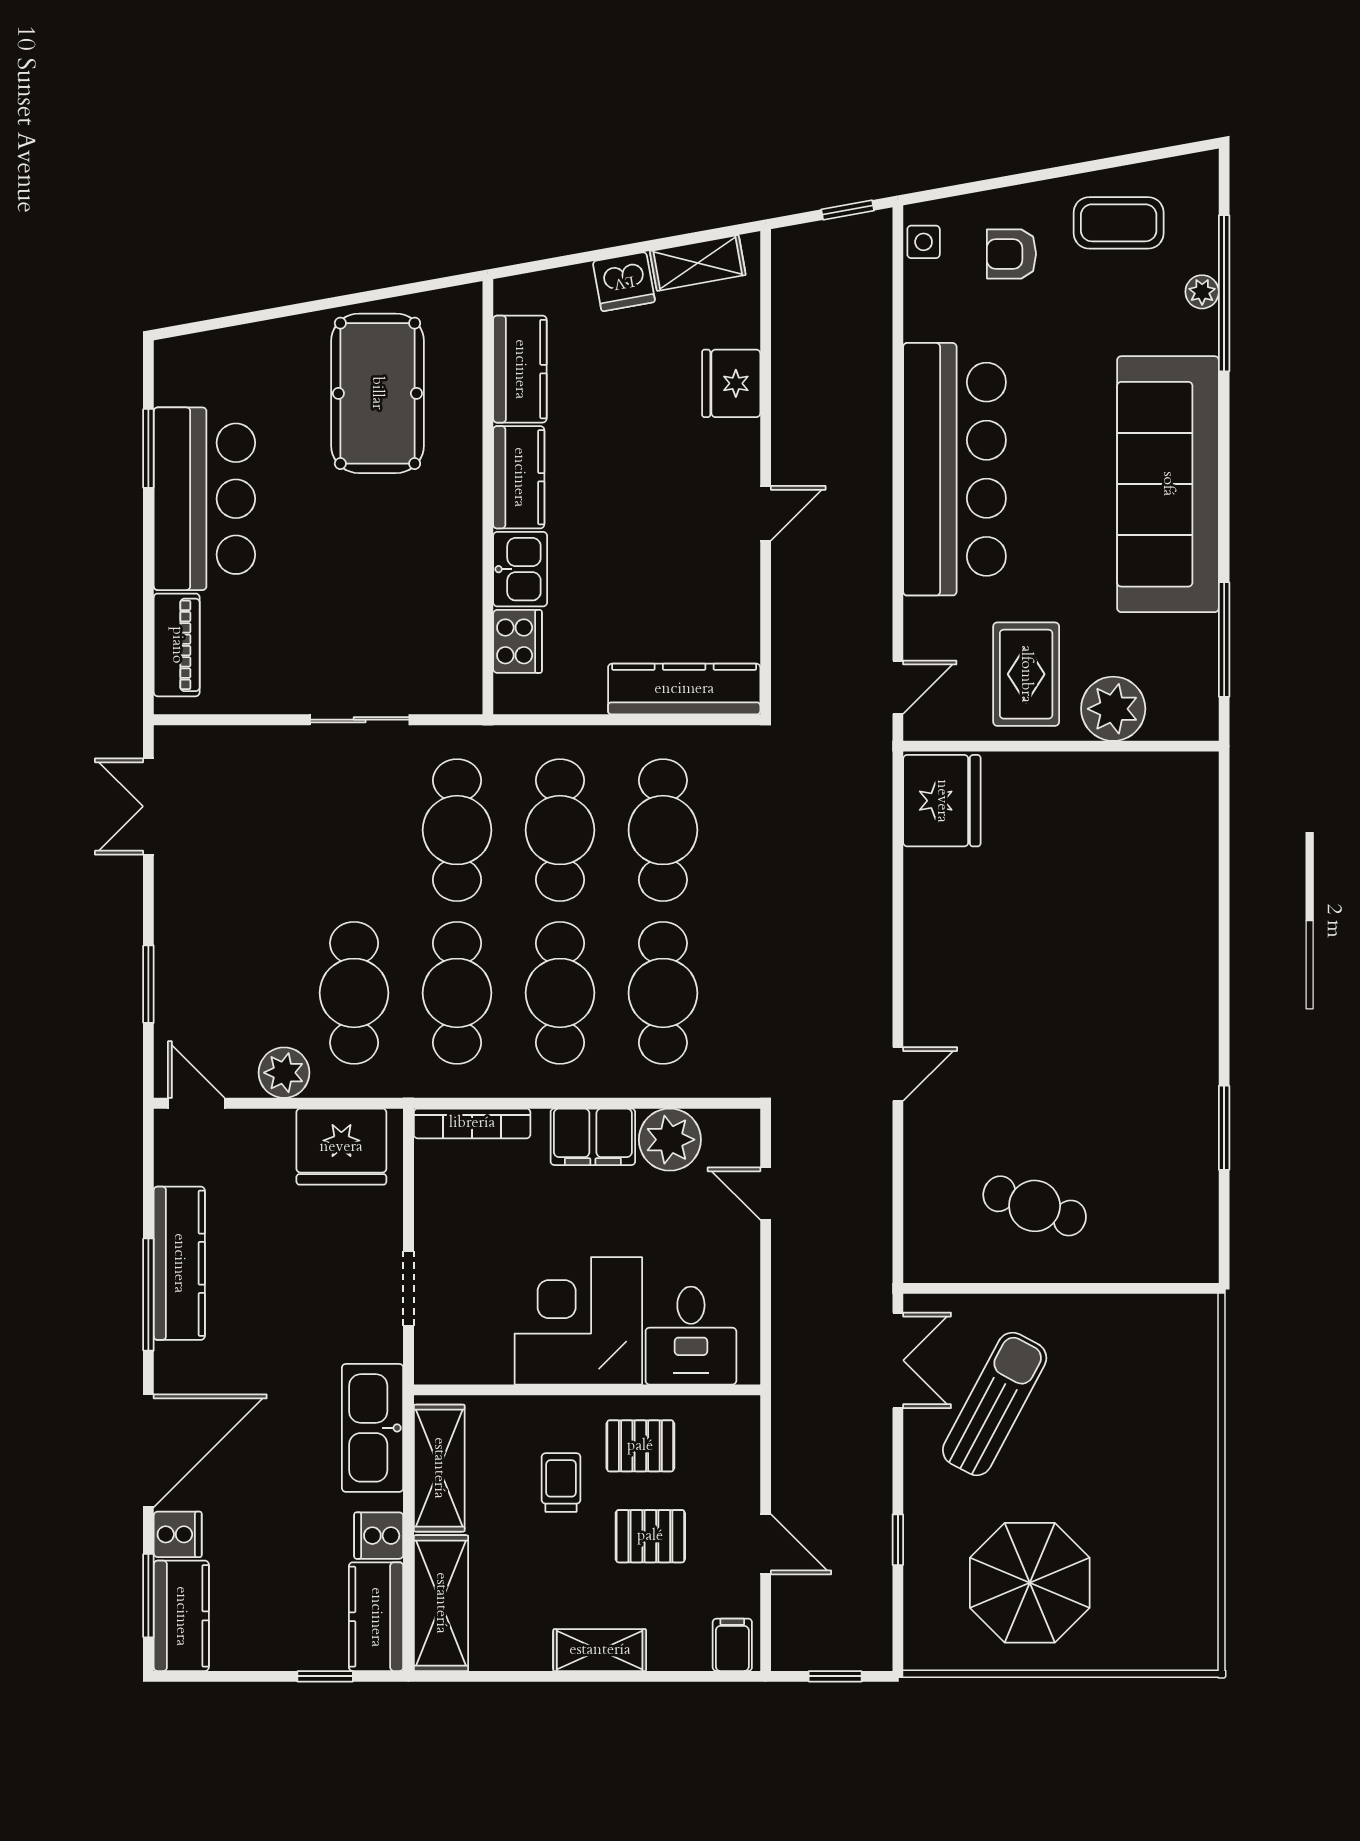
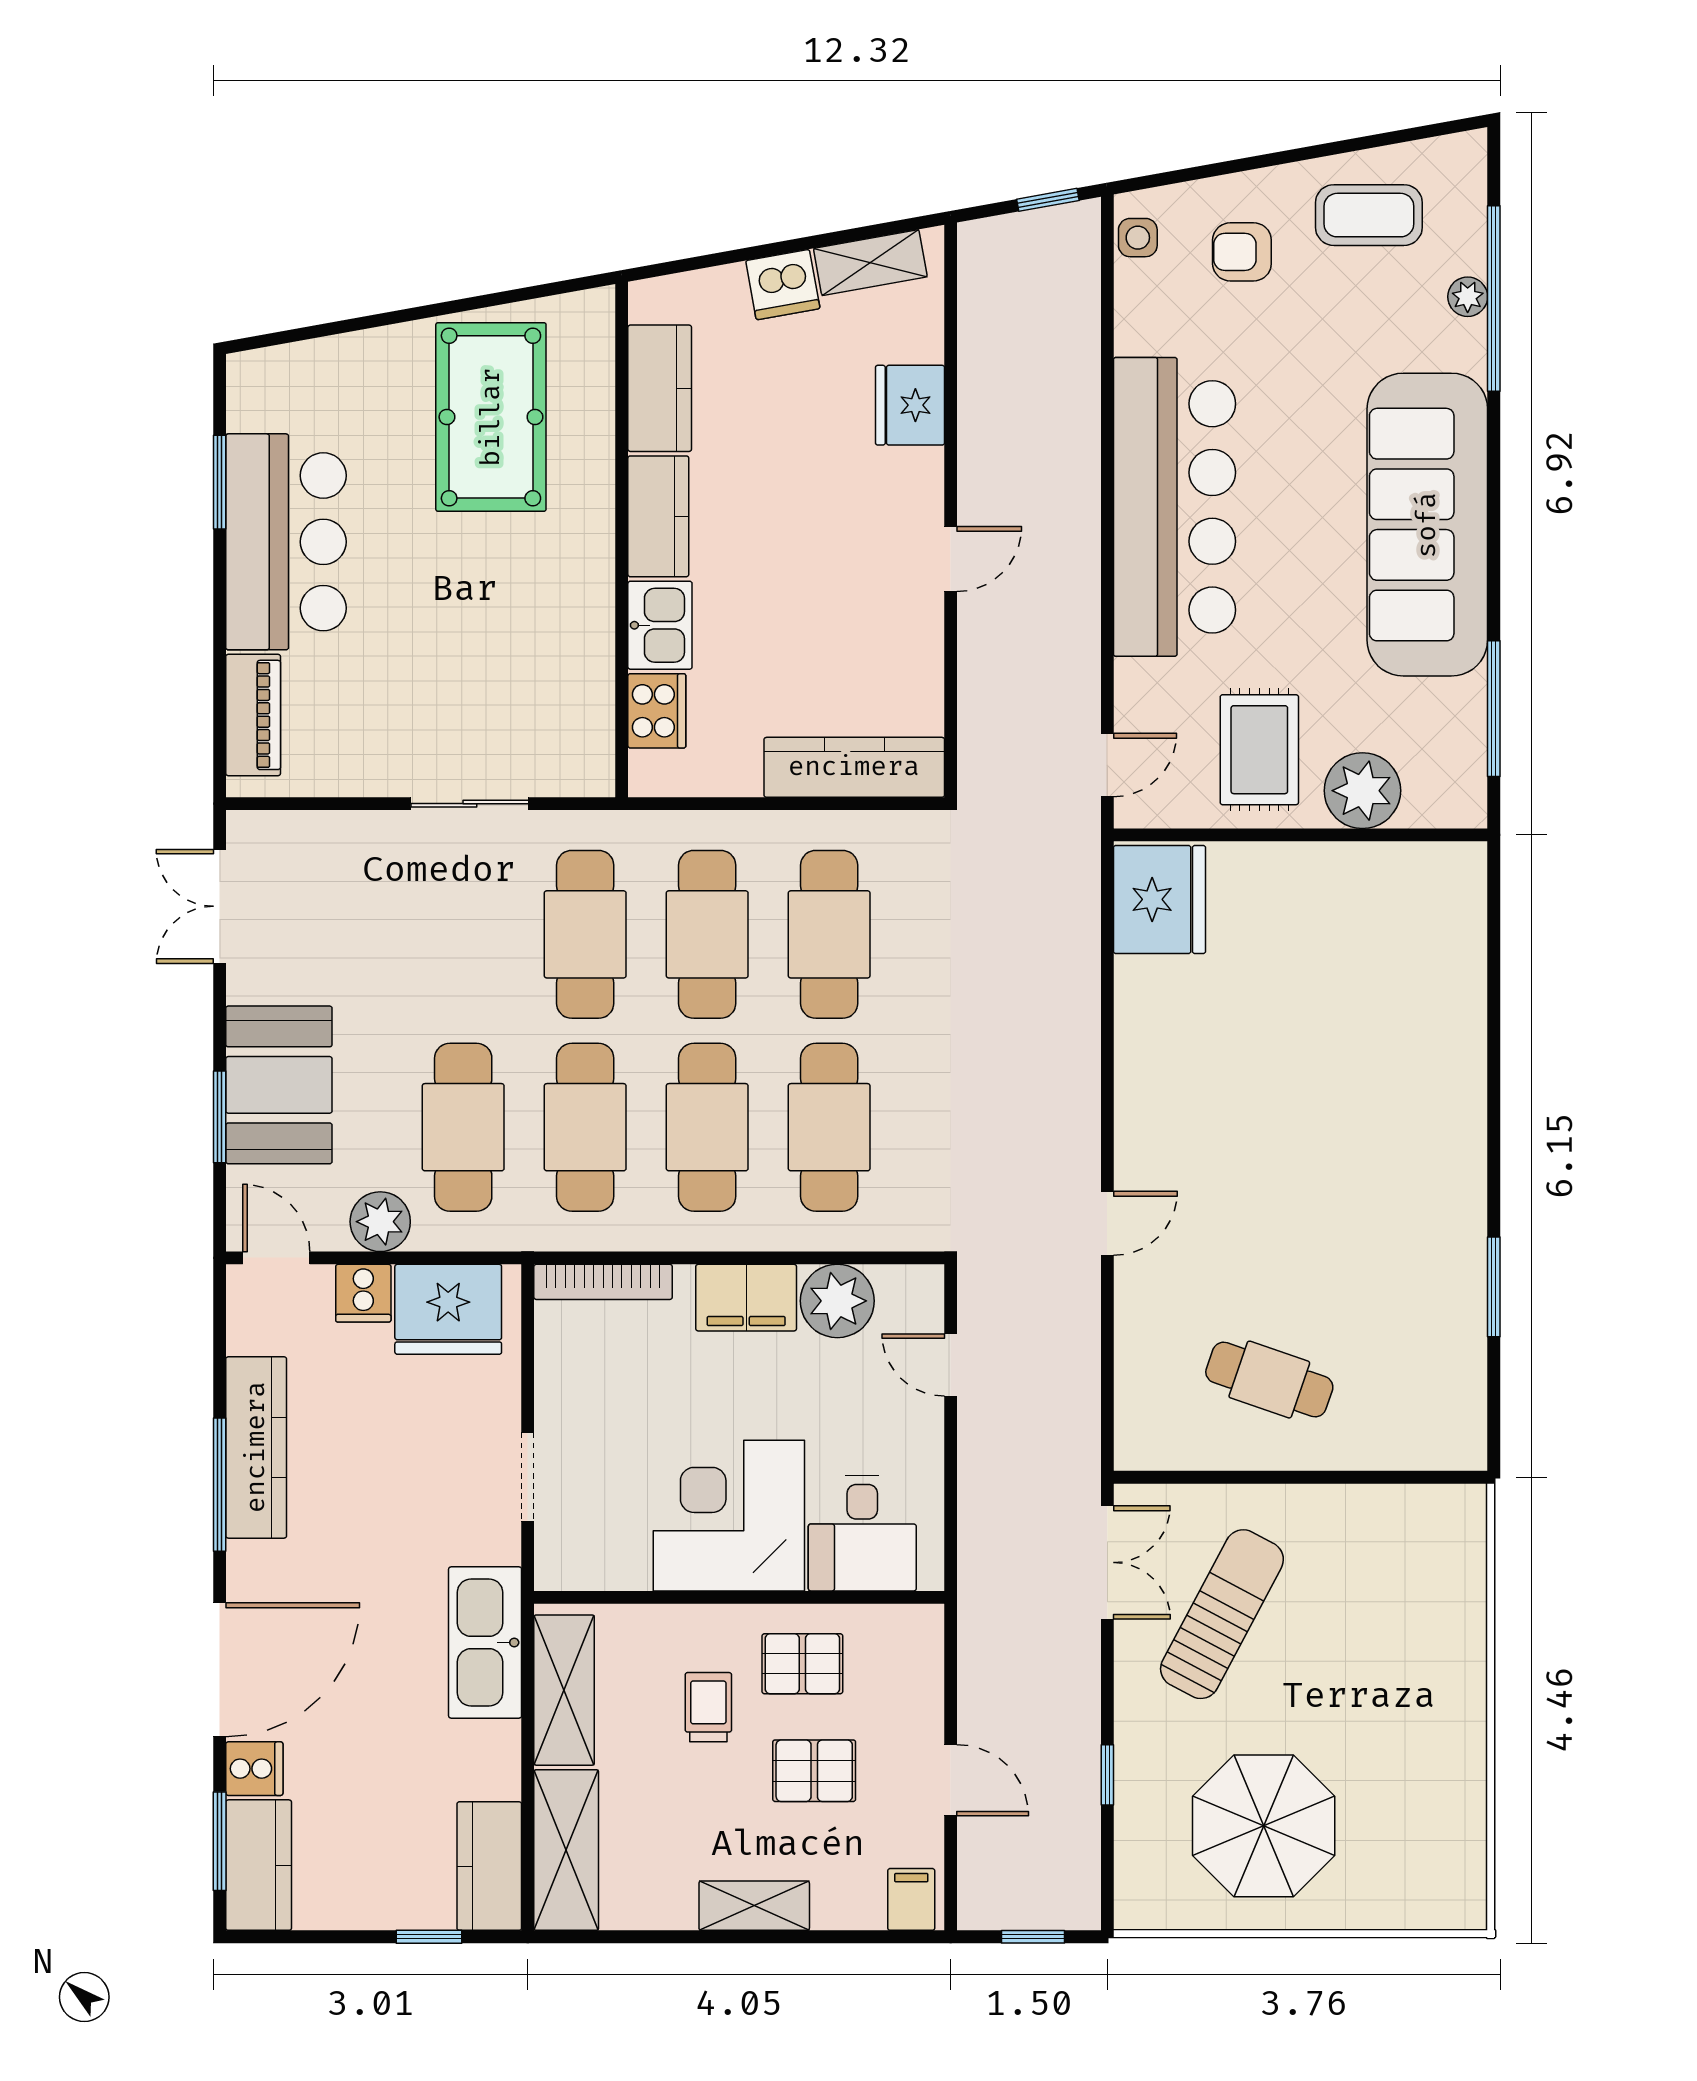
booth: (198, 957) -> (279, 1085), added
cooker: (379, 1536) -> (363, 1293), moved, turned -90

